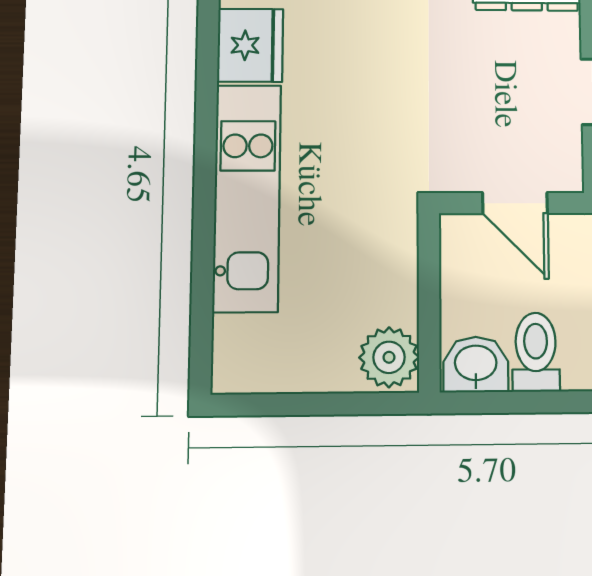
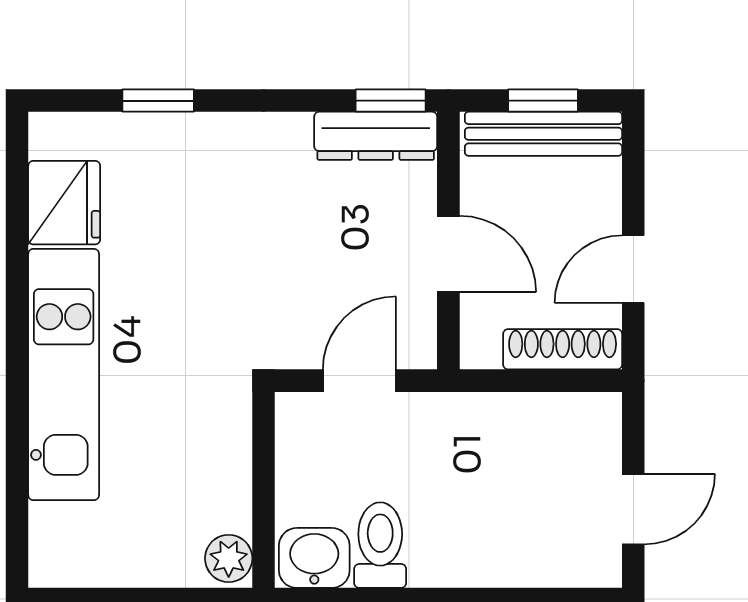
door: (515, 203) -> (359, 381), swing flipped
plant: (389, 357) -> (229, 558), width x0.73, depth x0.73

